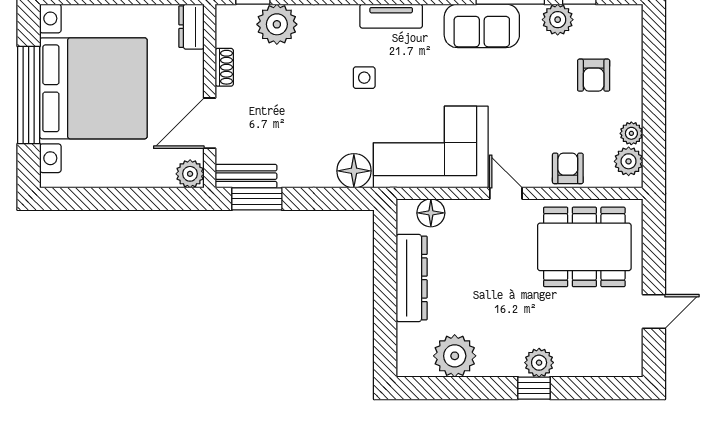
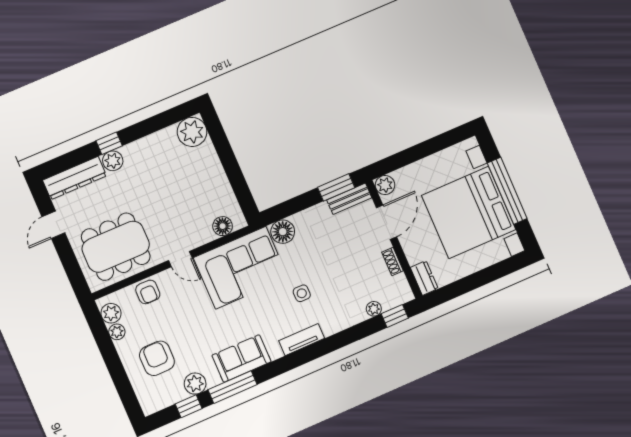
plant: (277, 24) -> (374, 309), width x0.53, depth x0.53
armchair: (594, 75) -> (157, 358), width x1.38, depth x1.38
dresser: (412, 278) -> (75, 178), moved, turned -90
plant: (455, 356) -> (192, 132), moved

